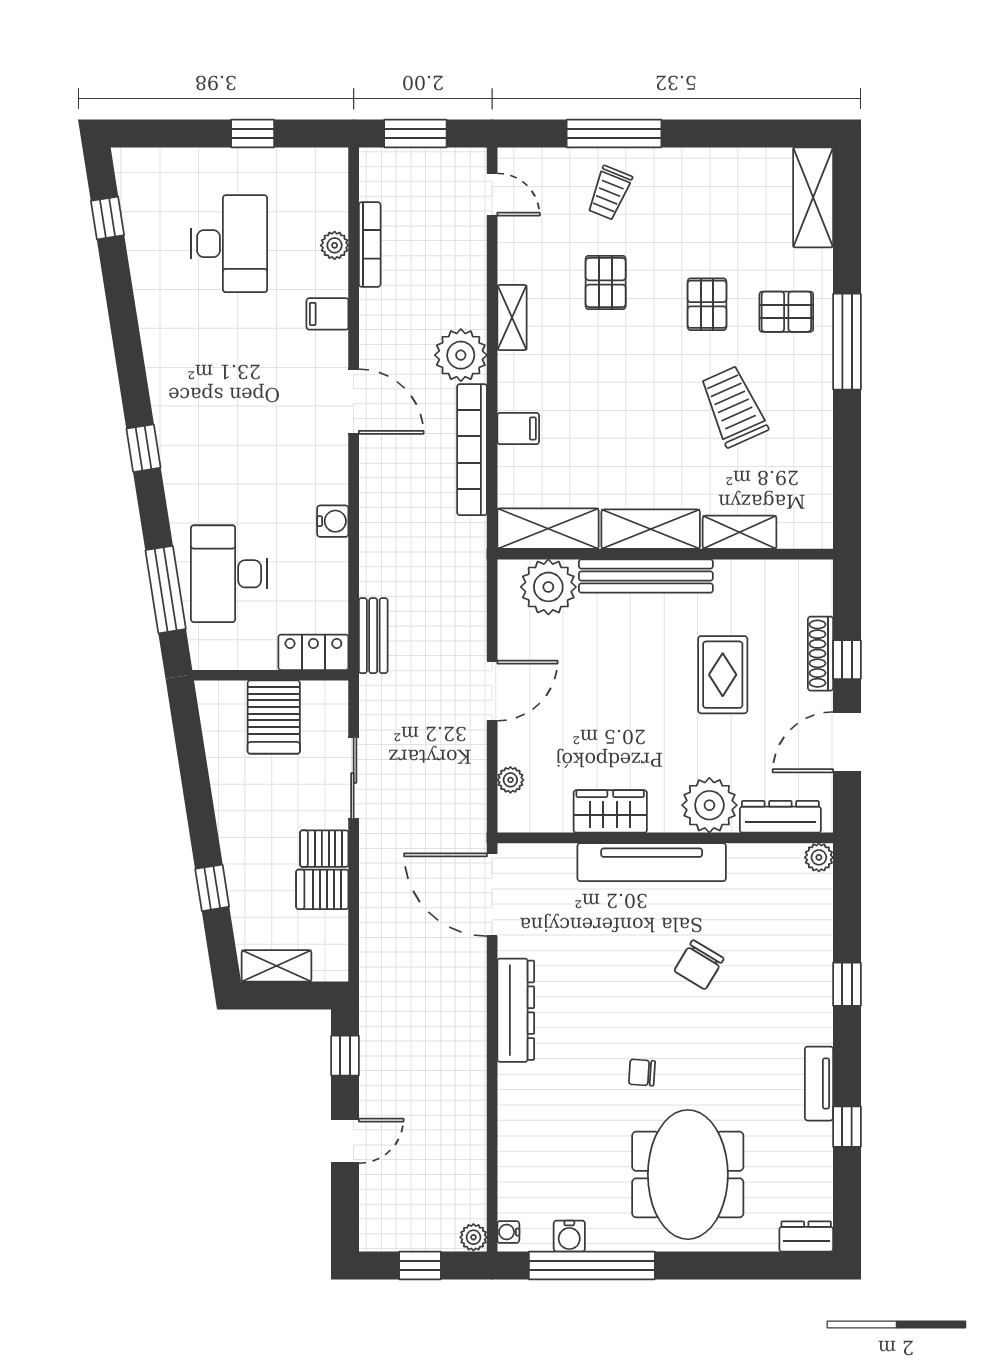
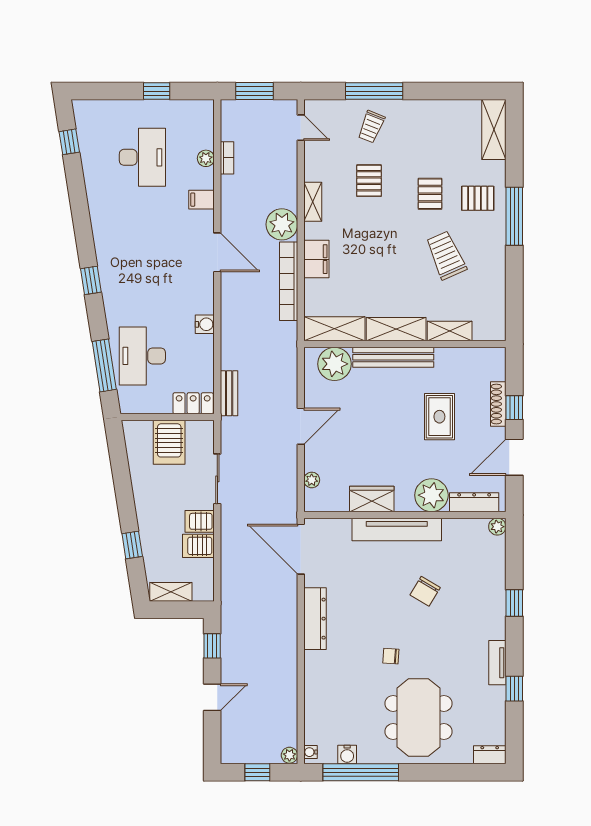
bookcase: (370, 244) -> (227, 158), width x0.64
filing cabinet: (518, 428) -> (316, 259), width x2.00

